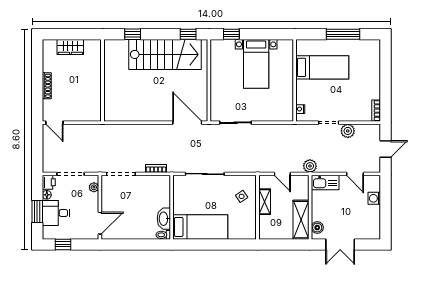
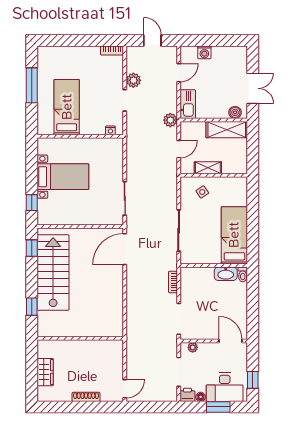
desk: (56, 213) -> (225, 387), width x1.37

